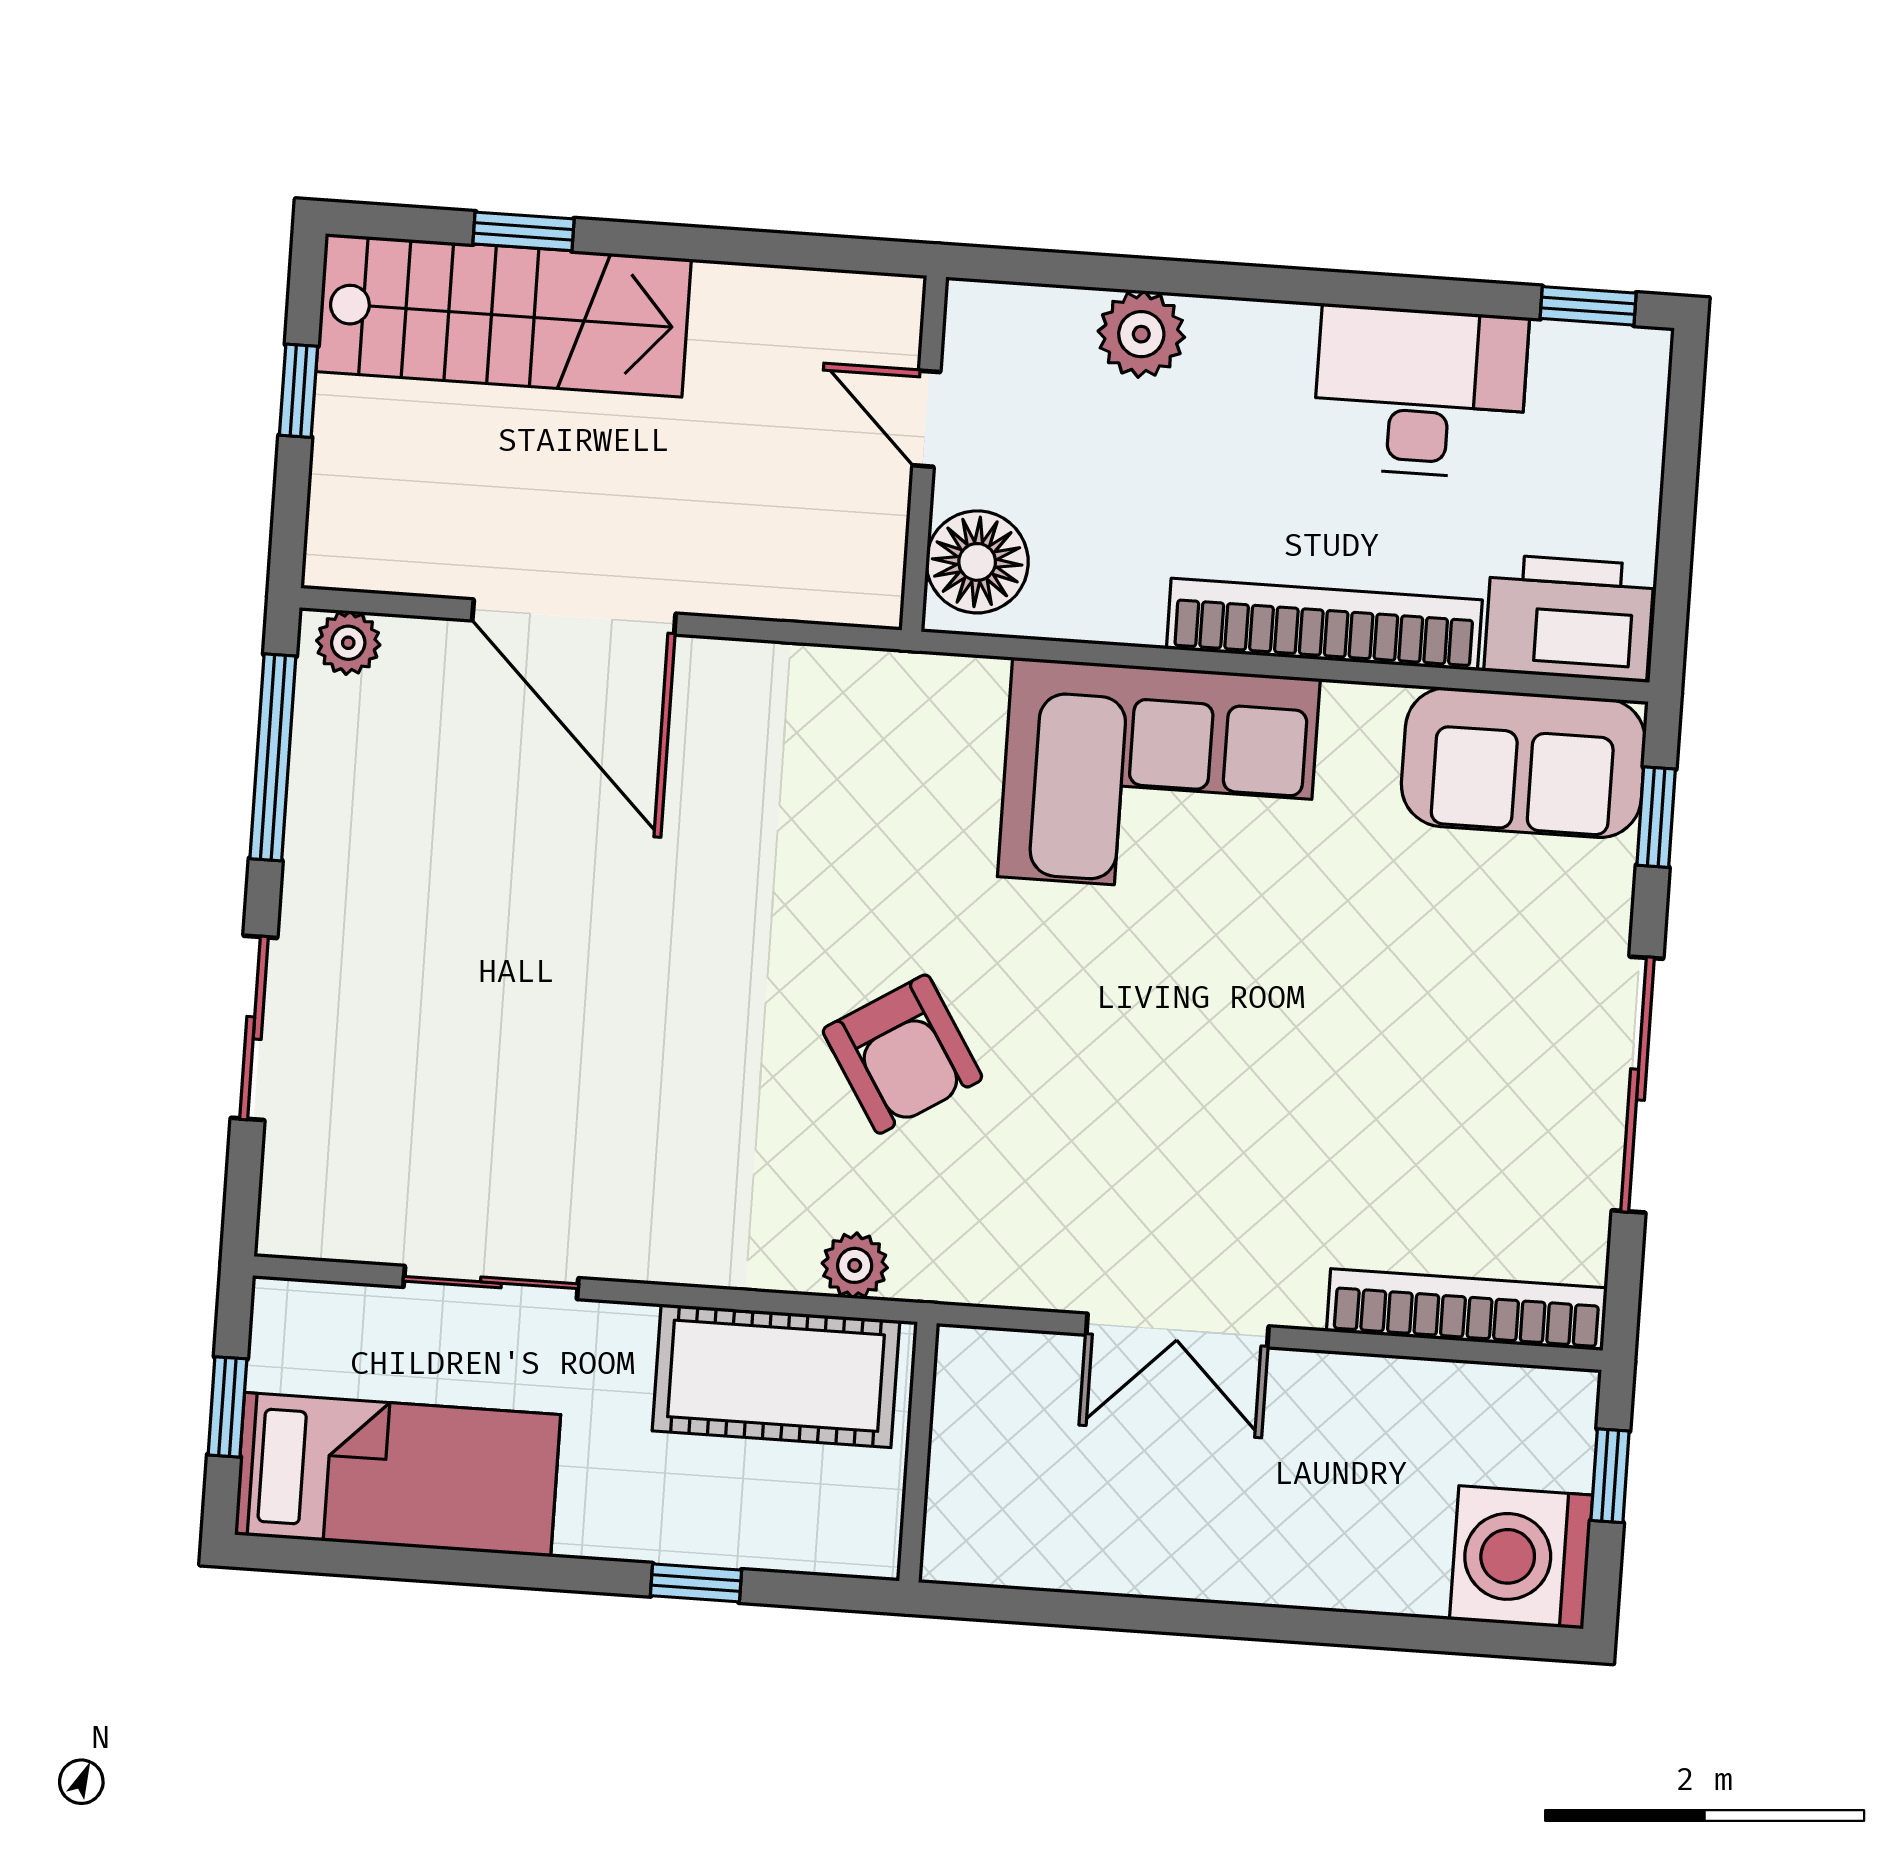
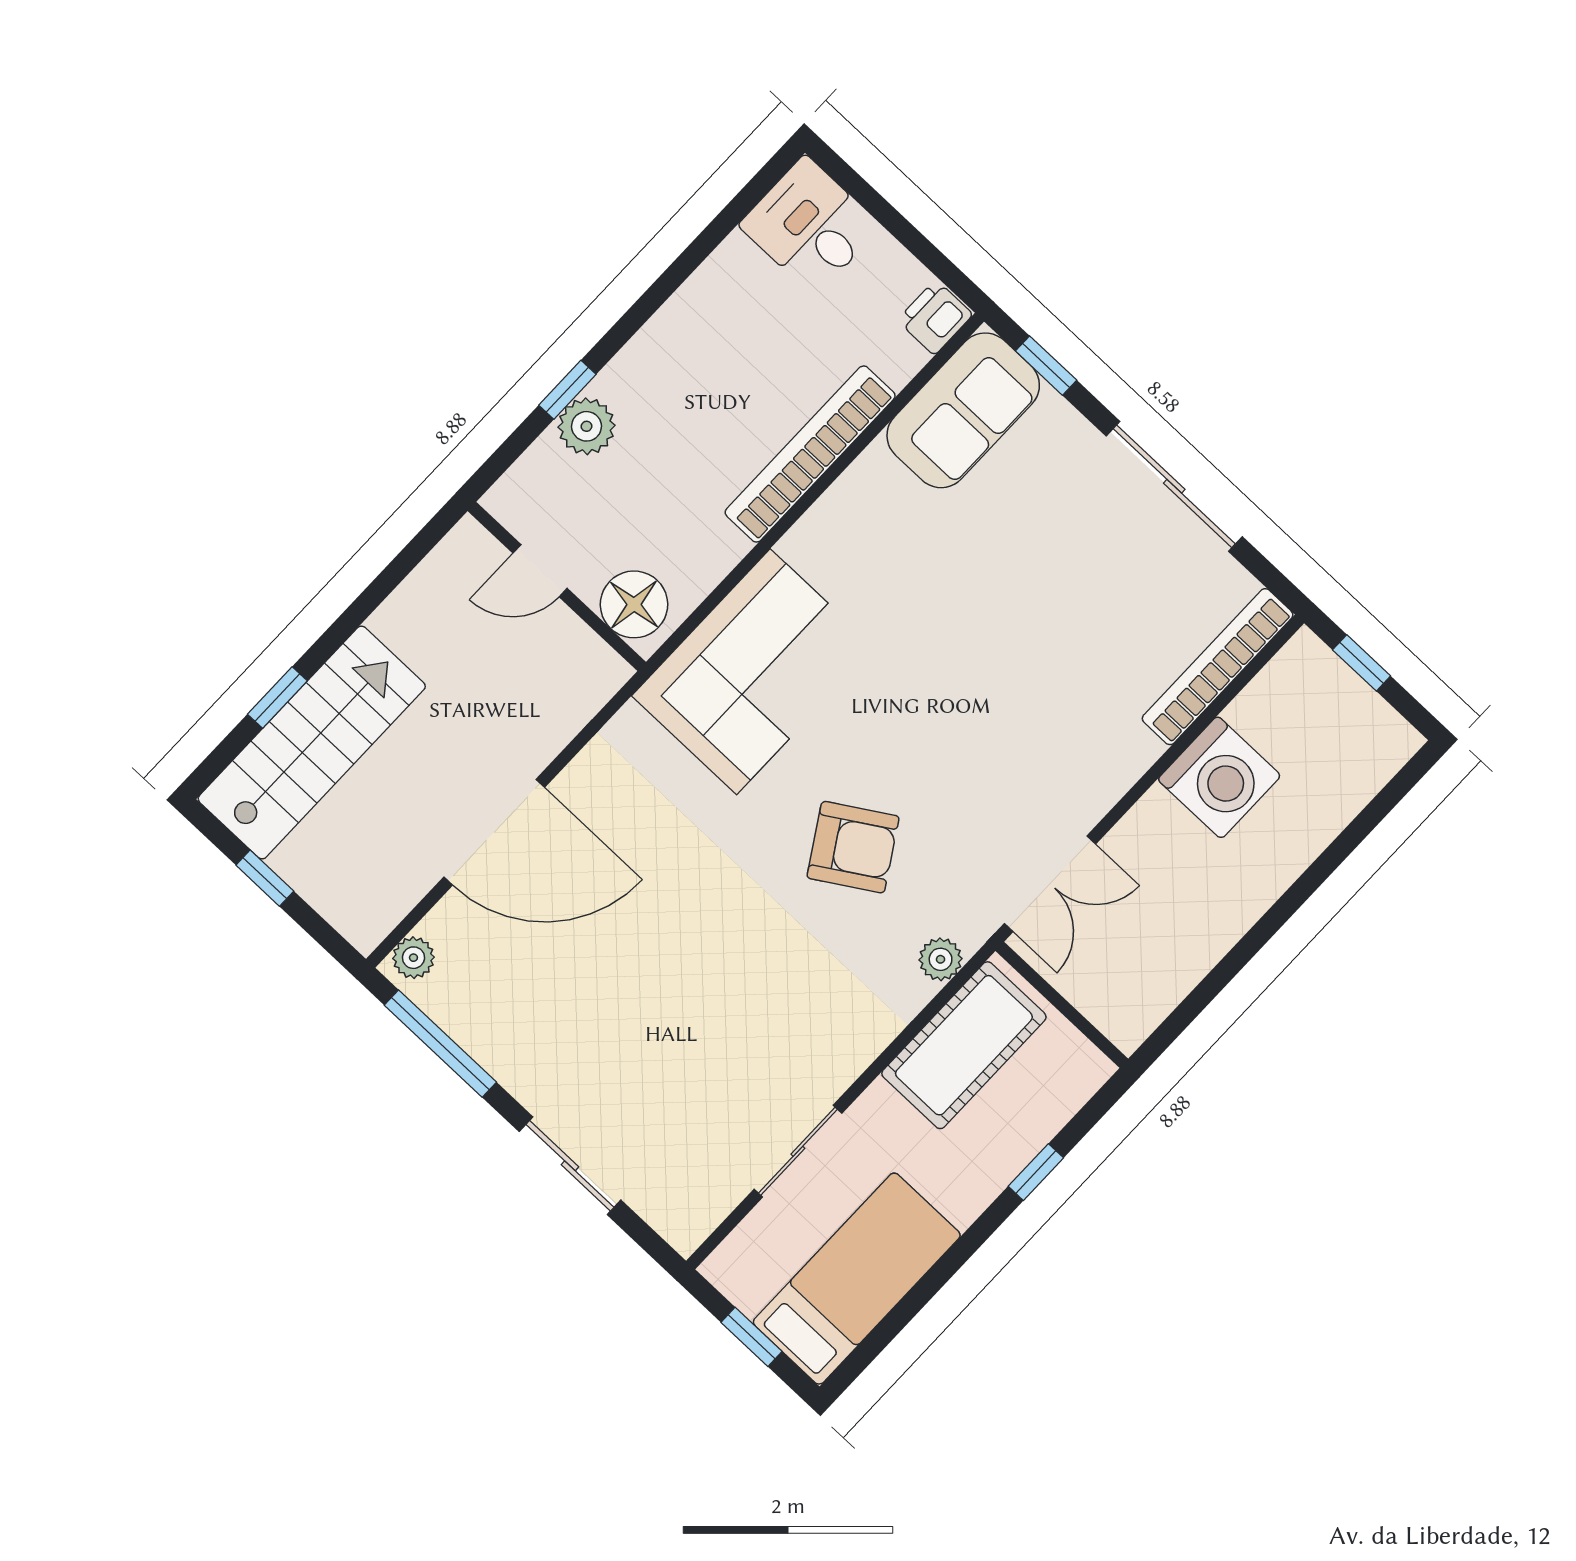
window: (1588, 306) -> (567, 390), moved
desk: (1420, 392) -> (810, 226), moved, width x0.73
printer: (1569, 618) -> (935, 317), width x0.53, depth x0.68
corner sofa: (1159, 778) -> (753, 672), moved
double door: (1177, 1330) -> (1050, 884), moved
washing machine: (1521, 1557) -> (1219, 778), moved, turned -90

